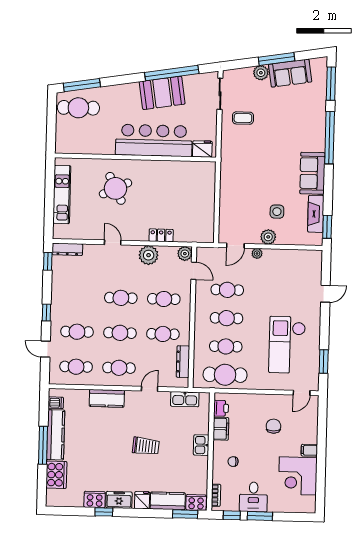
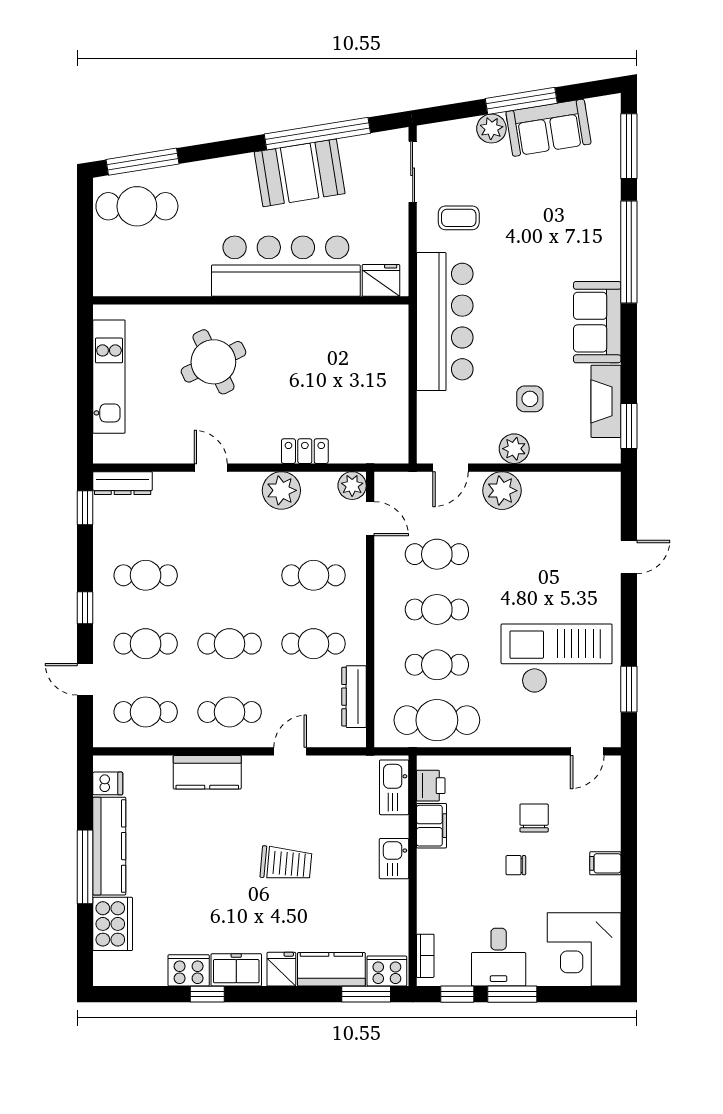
bar counter: (234, 171) -> (445, 322), added
plant: (257, 253) -> (502, 491), width x1.87, depth x1.87
cafe table: (121, 298) -> (146, 575), moved
checkout: (287, 345) -> (557, 658), turned 90
kitchen sink: (185, 399) -> (394, 787), moved, turned 90
chair: (233, 462) -> (516, 865), moved
corner desk: (298, 476) -> (584, 949), moved

